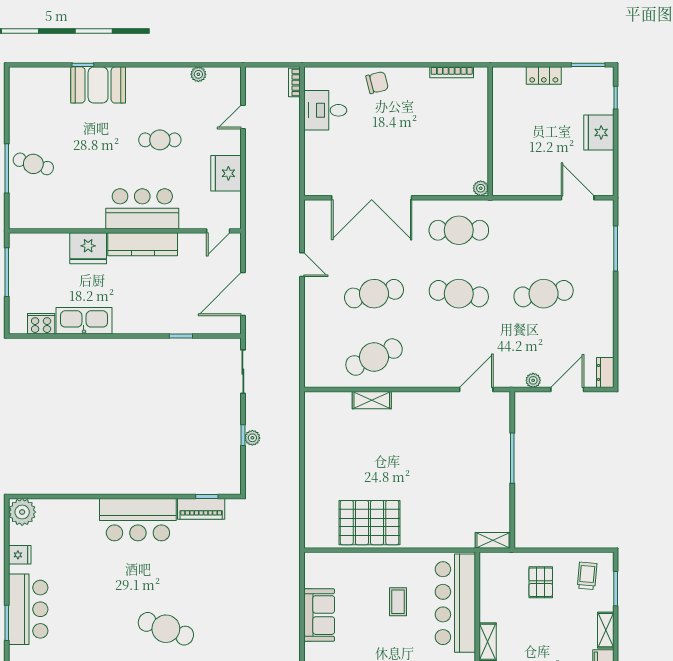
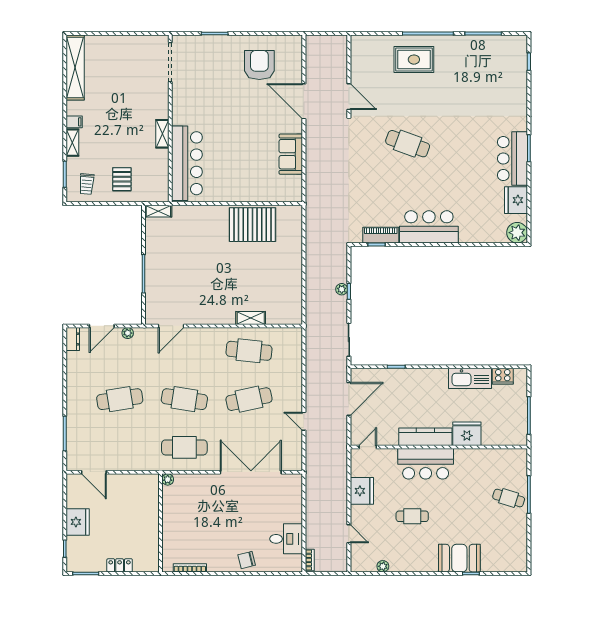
door: (243, 117) -> (349, 534), hinge flipped
cafe table: (374, 357) -> (249, 351), turned 30
fridge: (20, 555) -> (516, 200), width x1.88, depth x1.34
coffee table: (398, 602) -> (231, 164), removed

